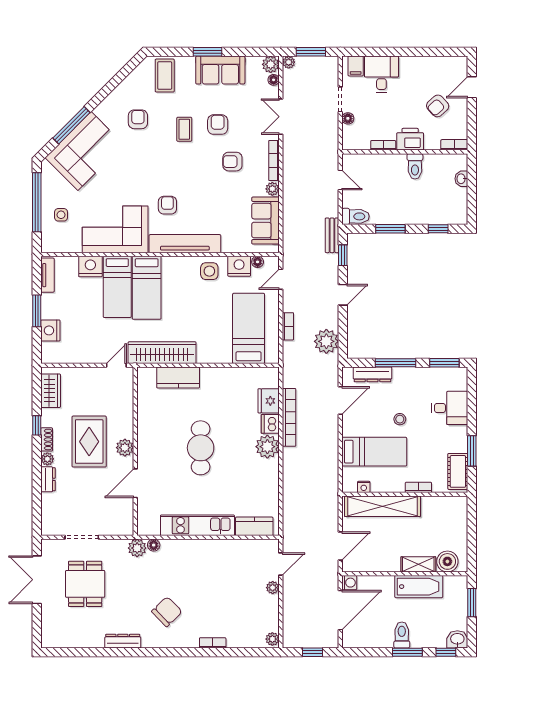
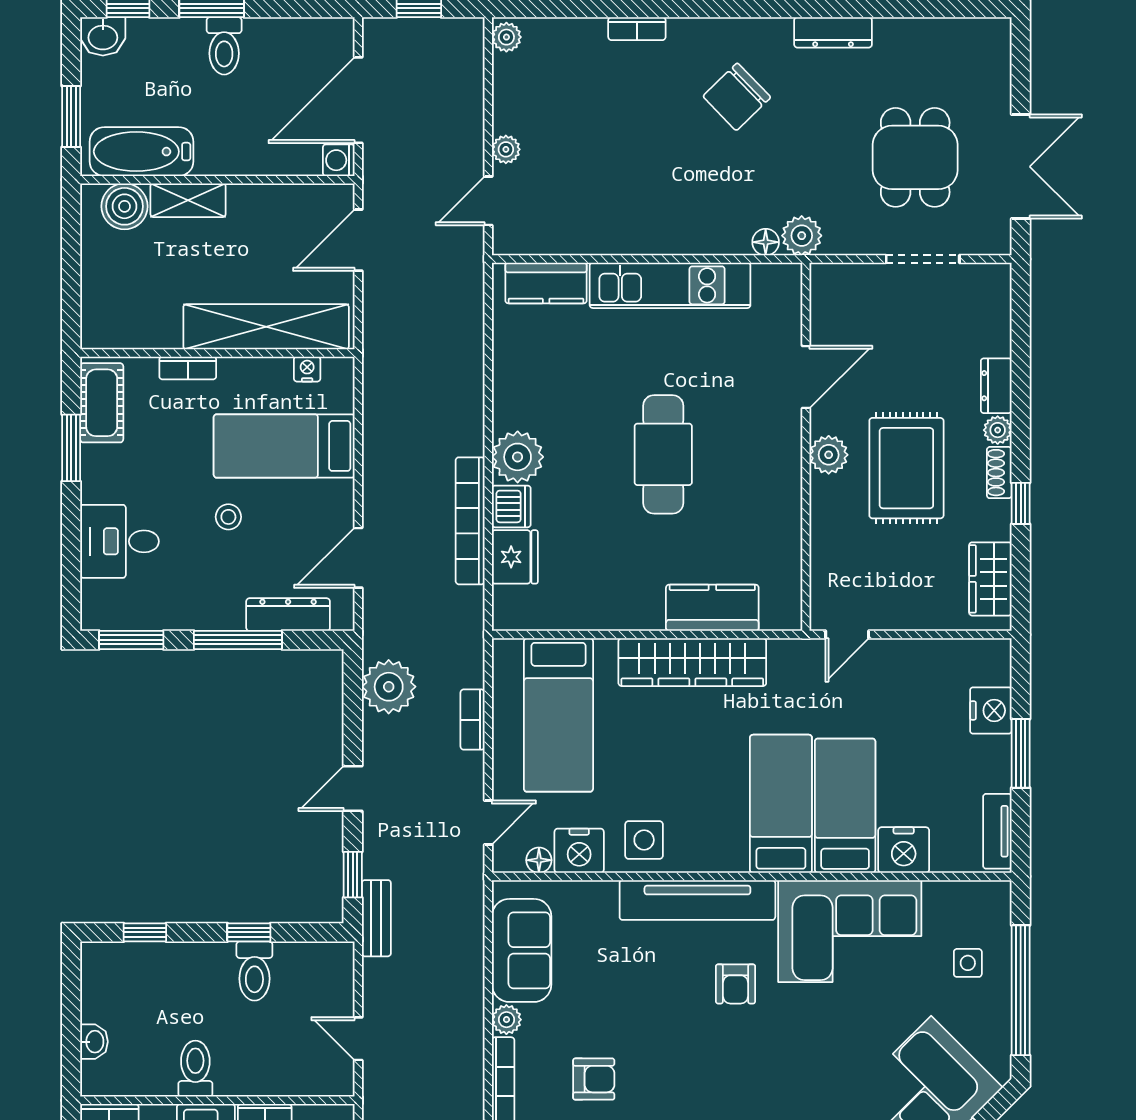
toilet: (356, 216) -> (254, 971), moved, turned -90
window: (390, 229) -> (249, 932), width x0.67
wardrobe: (162, 353) -> (692, 662), moved
bathtub: (419, 587) -> (142, 152), moved

